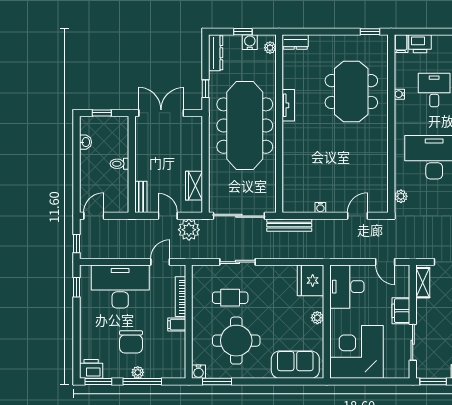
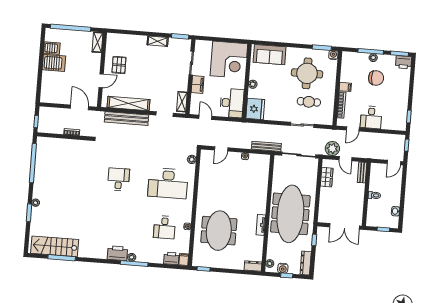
desk: (120, 287) -> (371, 117), width x0.53, depth x0.77
chair: (131, 342) -> (376, 78), turned 90

